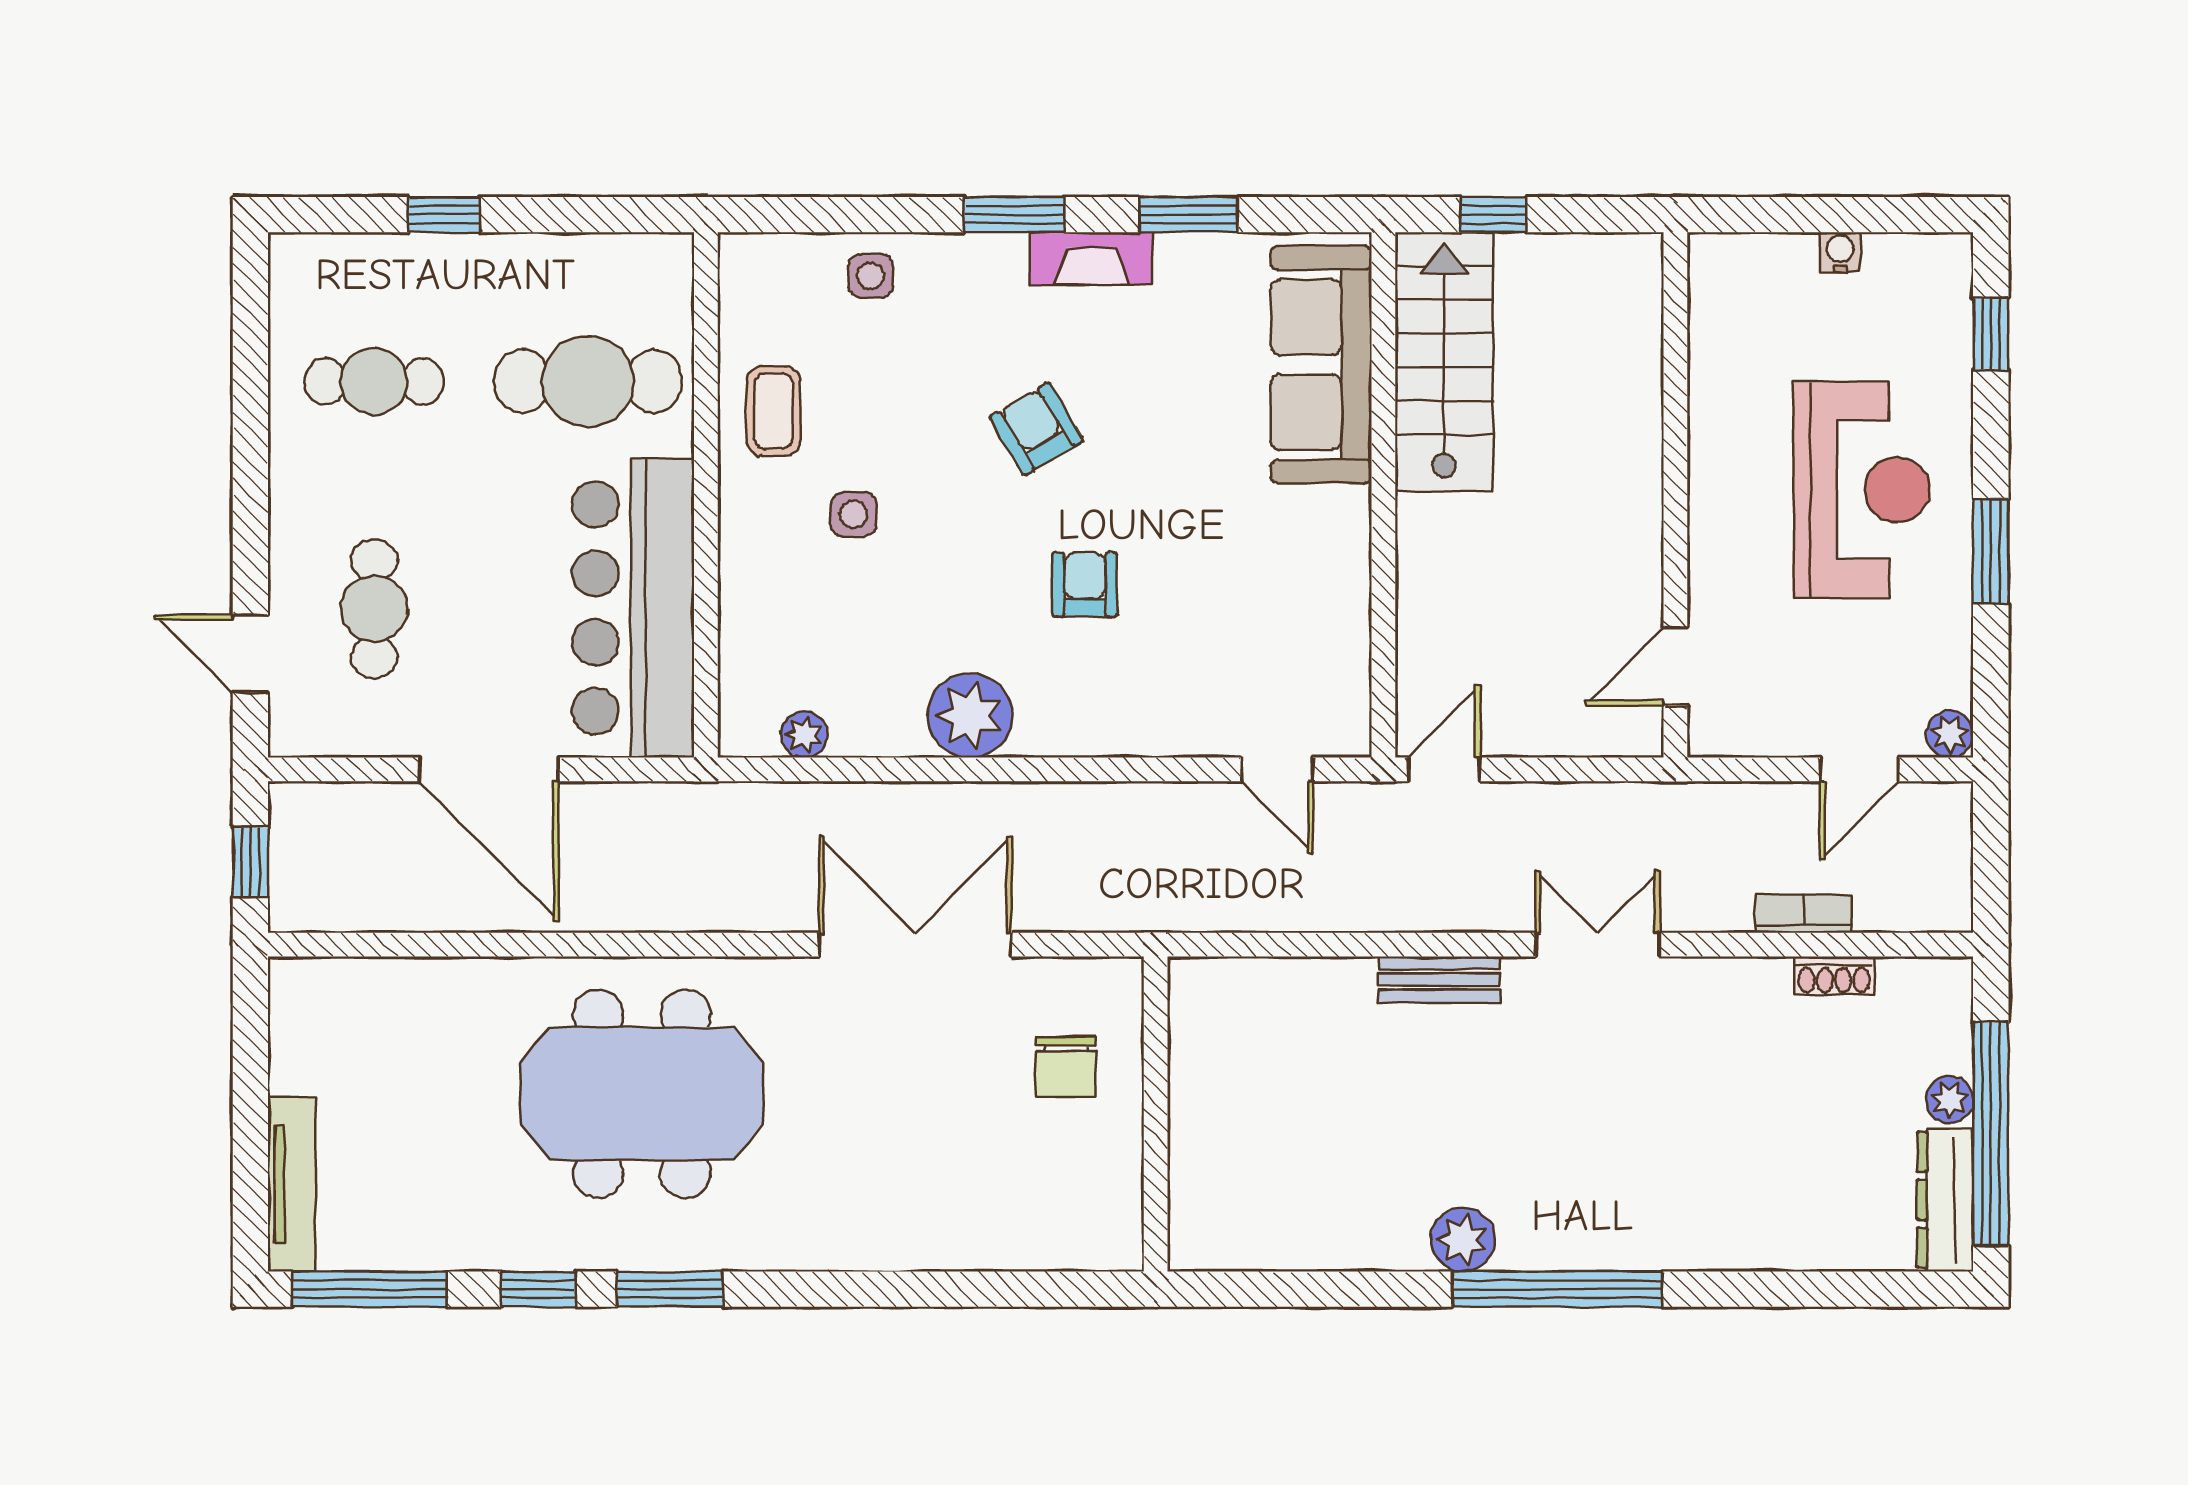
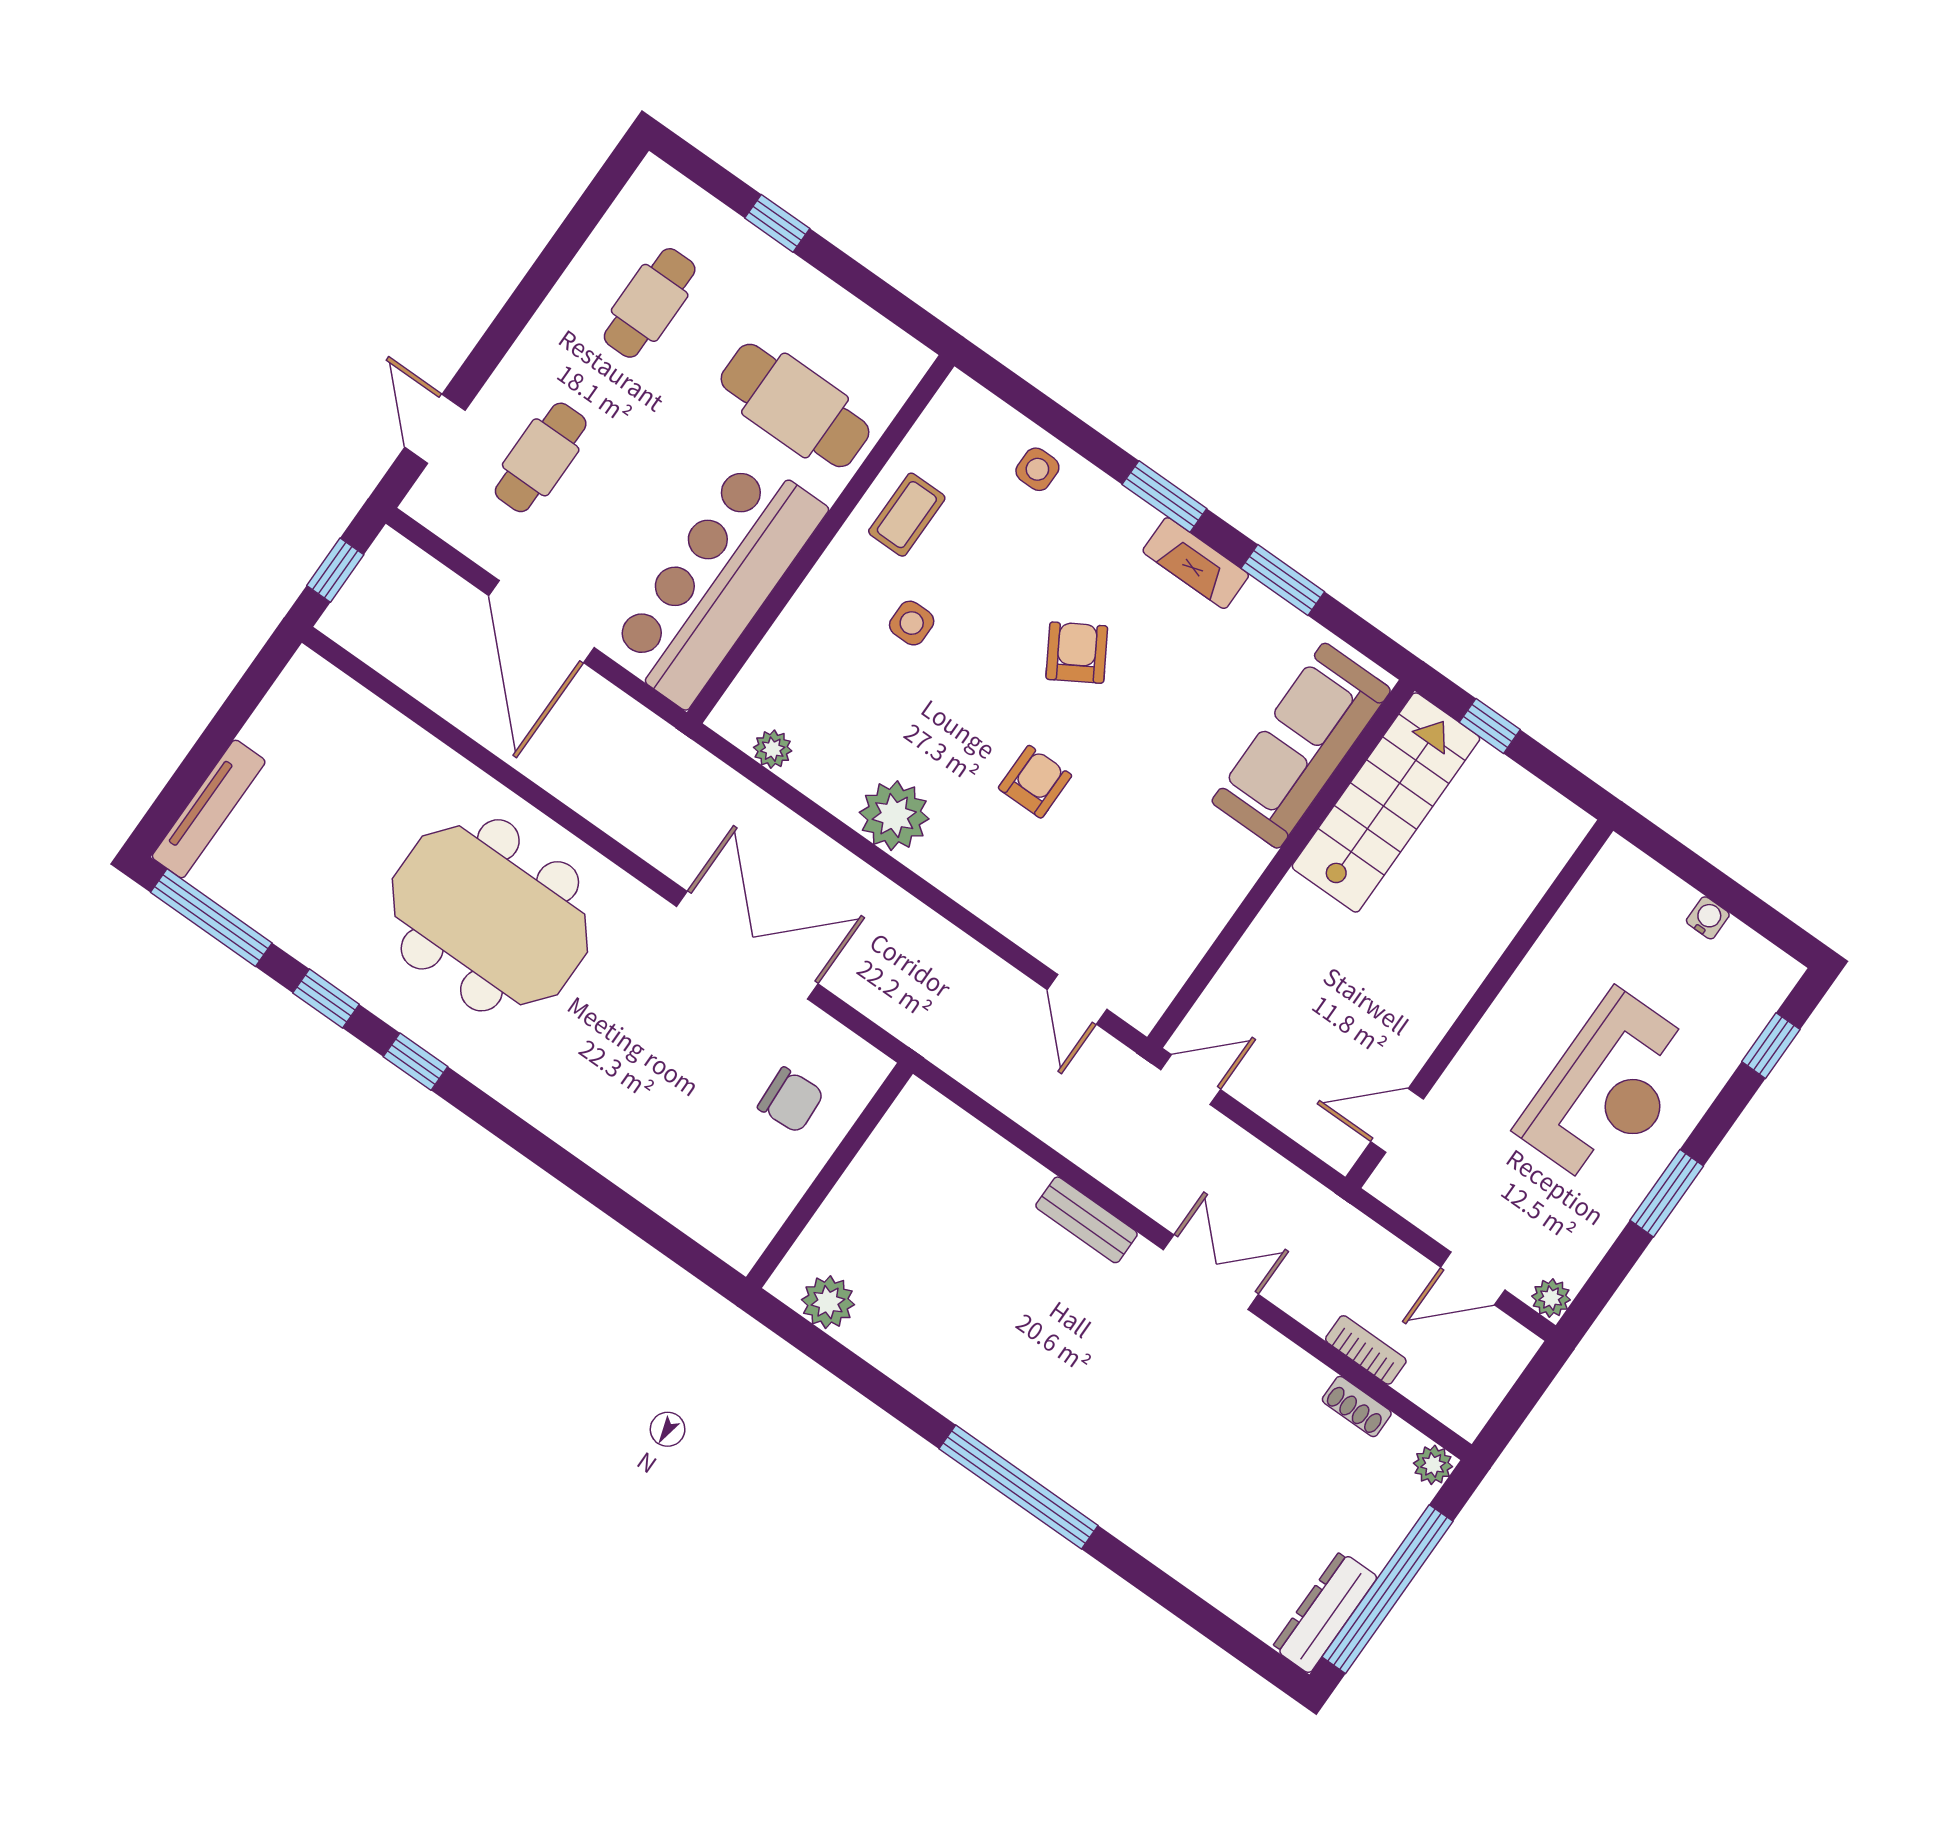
cafe table: (374, 381) -> (650, 303), turned 90
chair: (1066, 1067) -> (791, 1100), turned -93
plant: (1949, 1100) -> (1433, 1465), moved
plant: (1463, 1240) -> (828, 1302), moved
window: (670, 1289) -> (415, 1062), width x0.67

